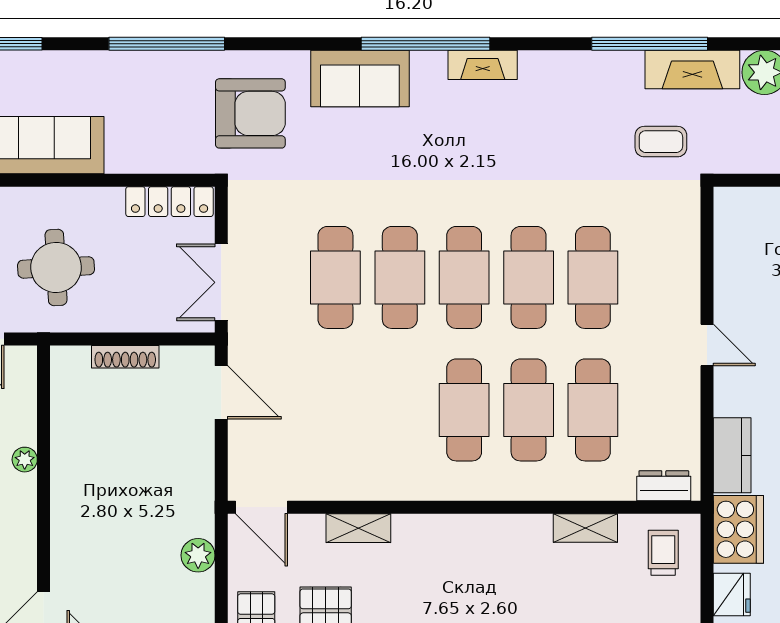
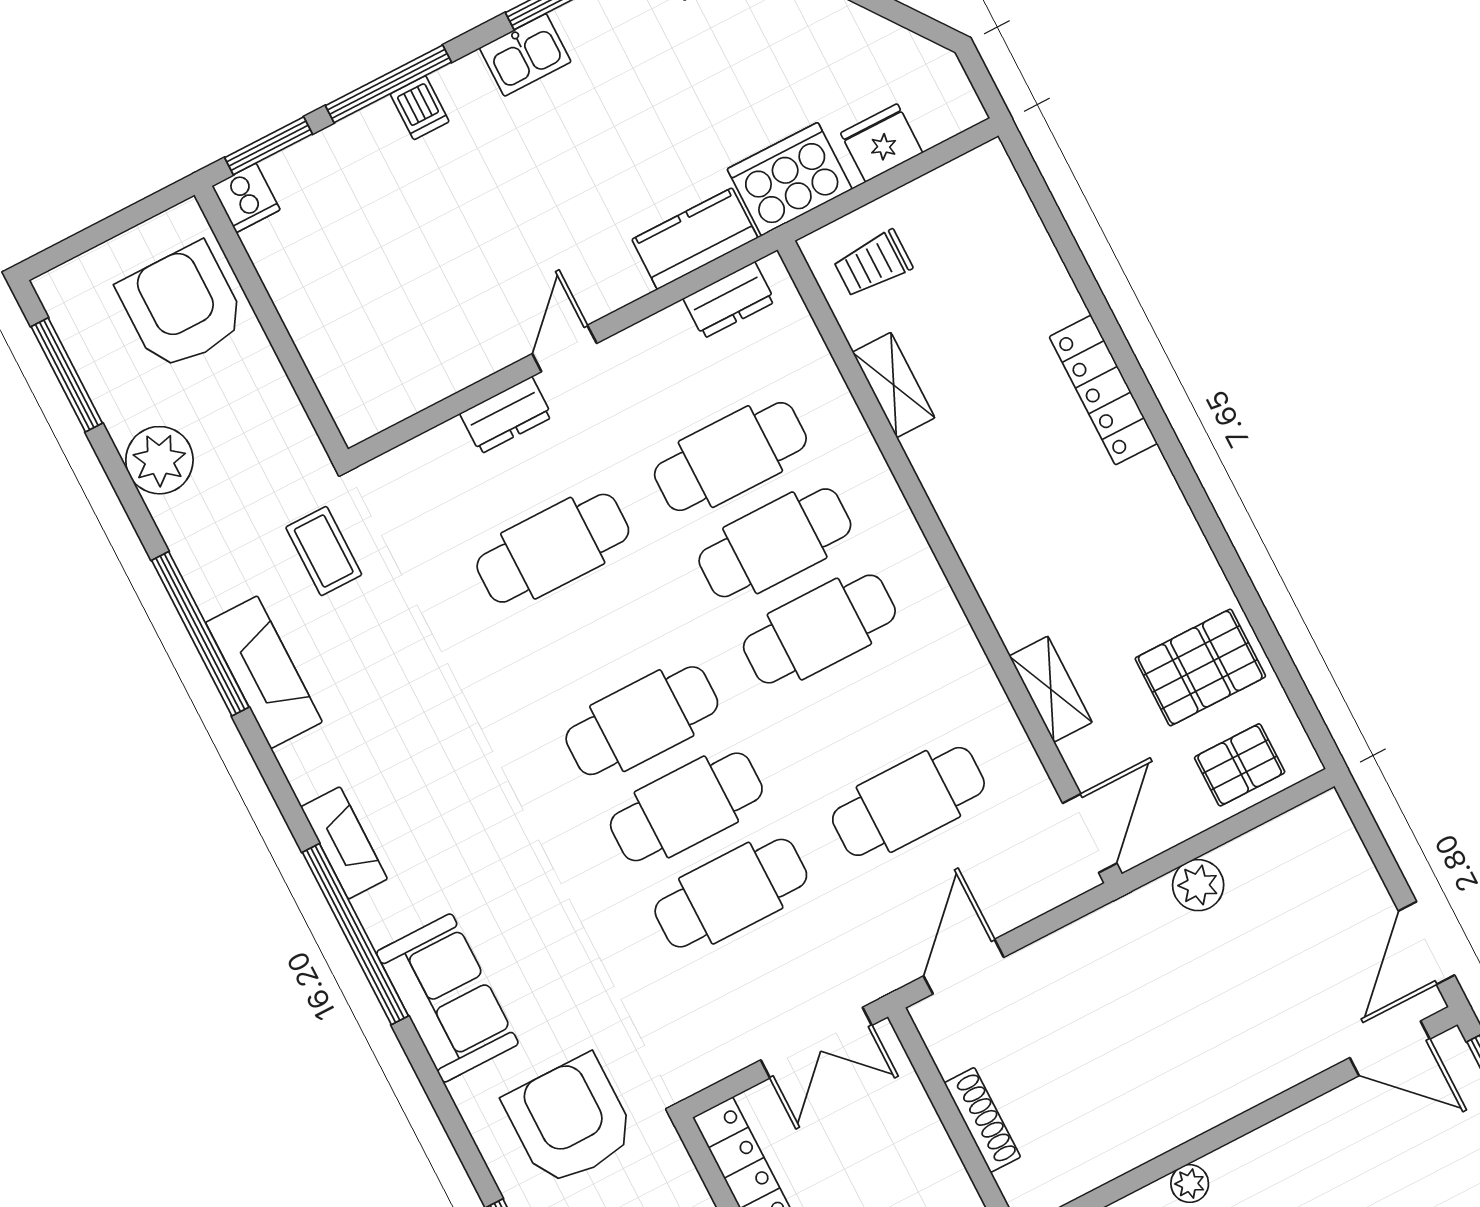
fireplace: (692, 69) -> (264, 672), moved
cafe table: (529, 277) -> (908, 801), moved
dresser: (685, 290) -> (506, 415), added
dresser: (664, 486) -> (729, 300), moved, turned -90

